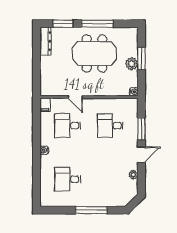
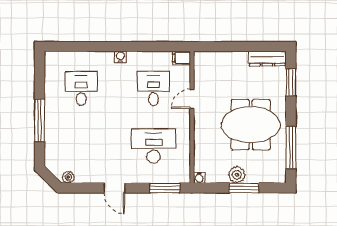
window: (97, 24) -> (291, 148), moved
meeting table: (95, 53) -> (251, 125), turned 90
desk: (110, 126) -> (153, 146), width x1.37
window: (141, 129) -> (165, 188), moved
plant: (133, 175) -> (68, 177), moved

